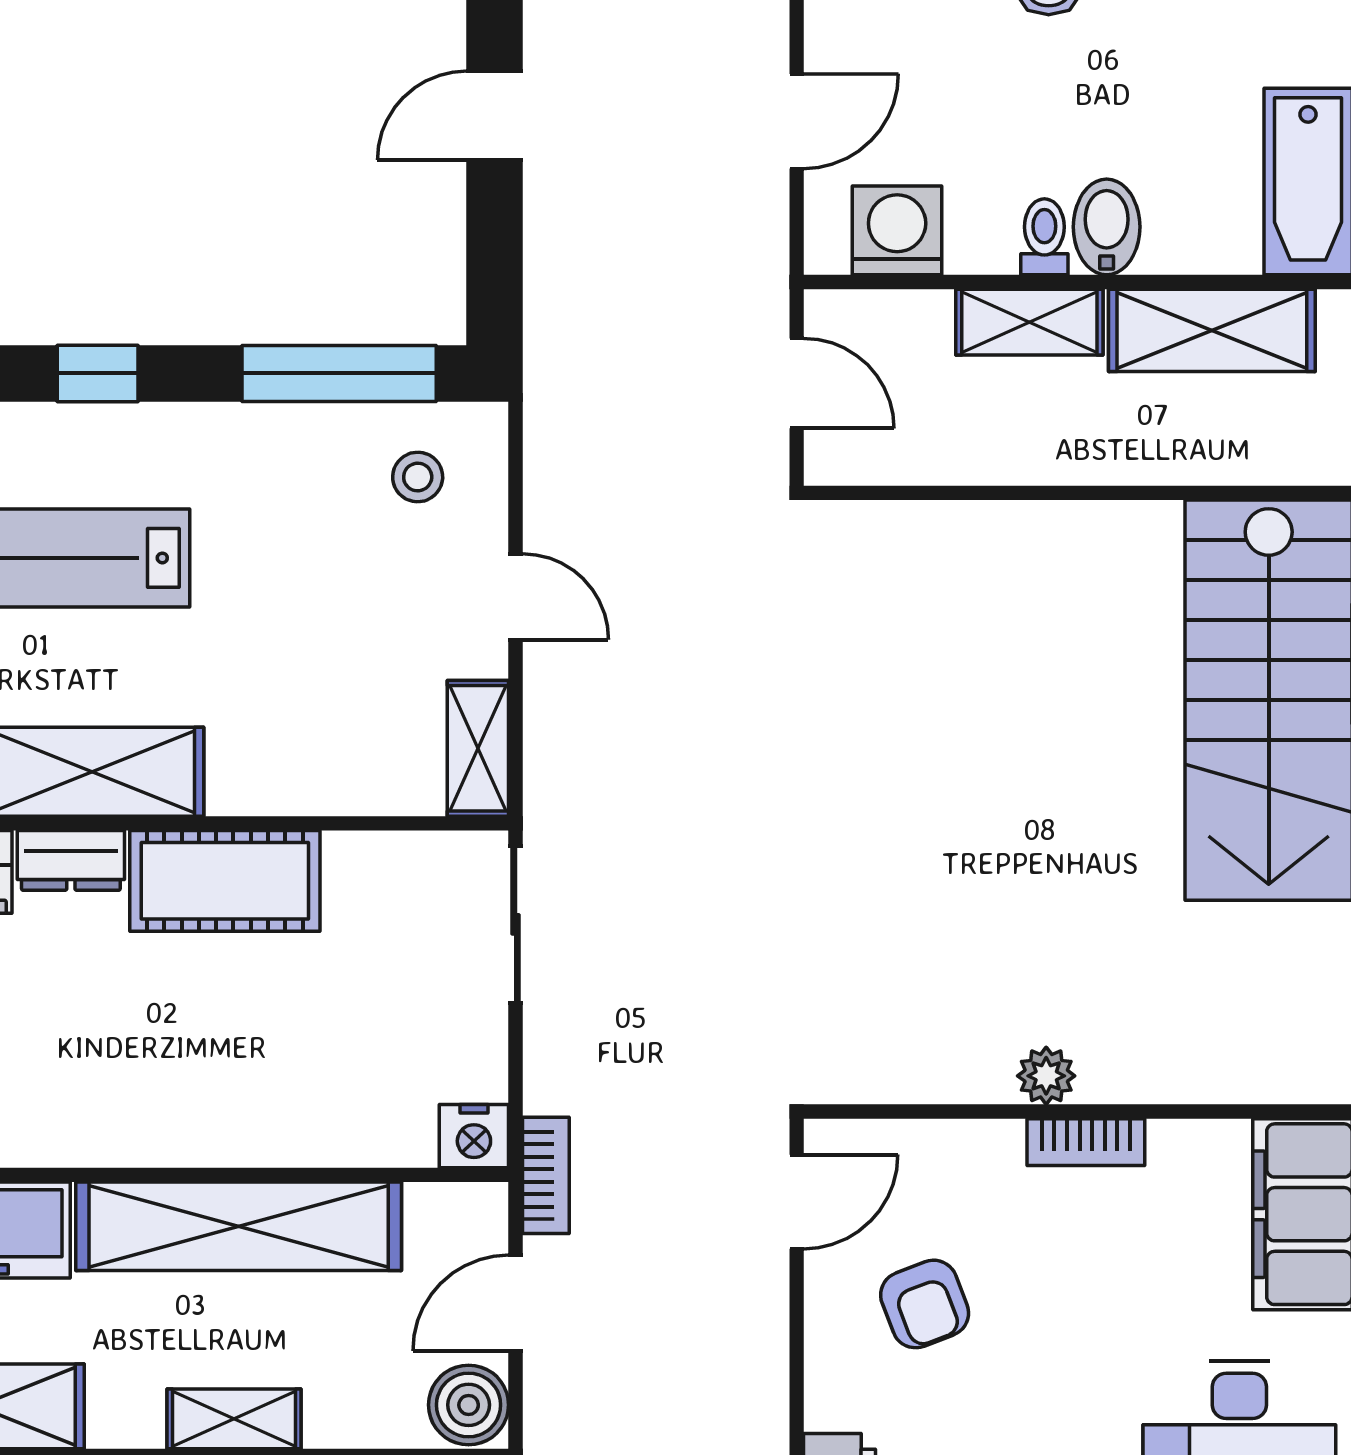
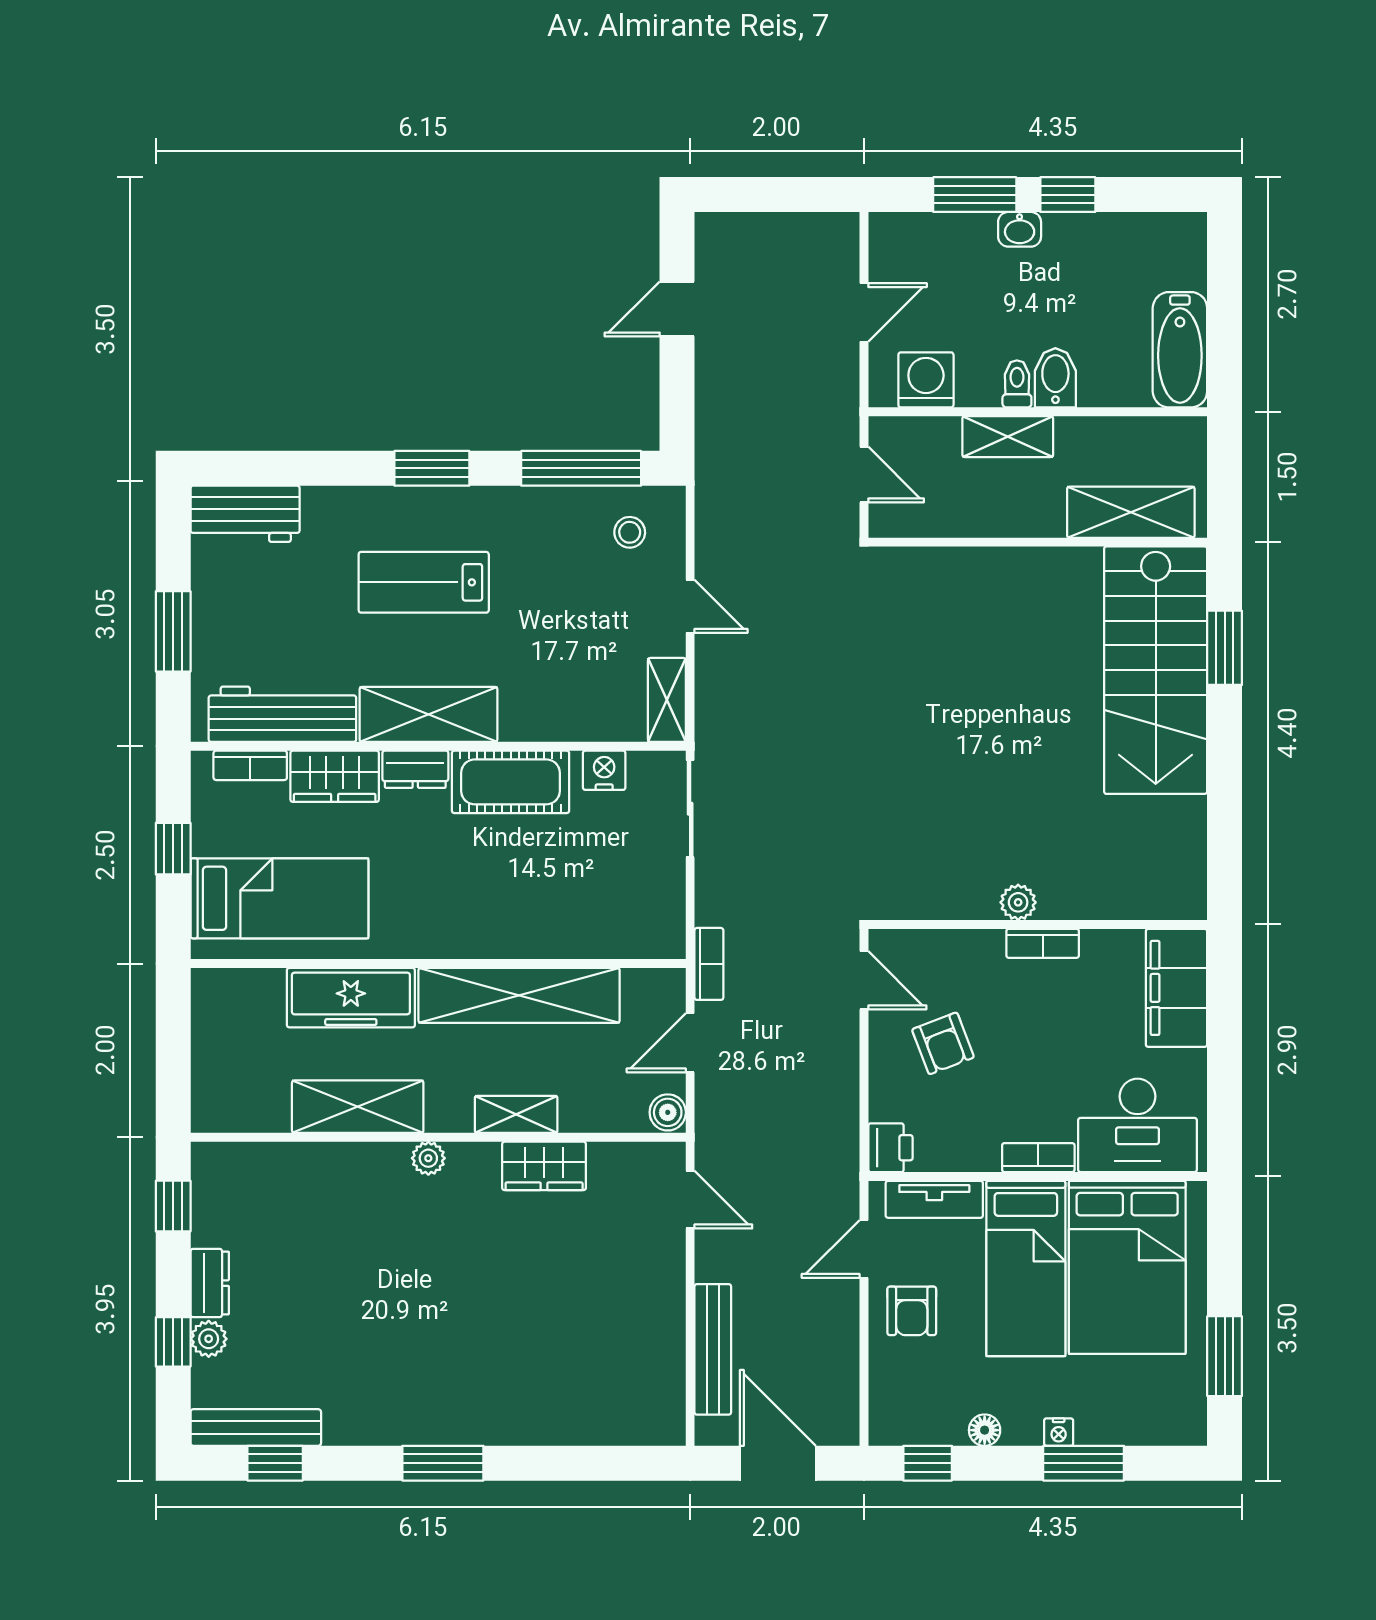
shelving: (1212, 330) -> (1131, 512), moved
window: (98, 373) -> (432, 468), width x1.50
nightstand: (474, 1136) -> (604, 770), moved, turned 180
door: (797, 1202) -> (864, 980), hinge flipped
boiler: (469, 1405) -> (668, 1112), width x0.73, depth x0.73

